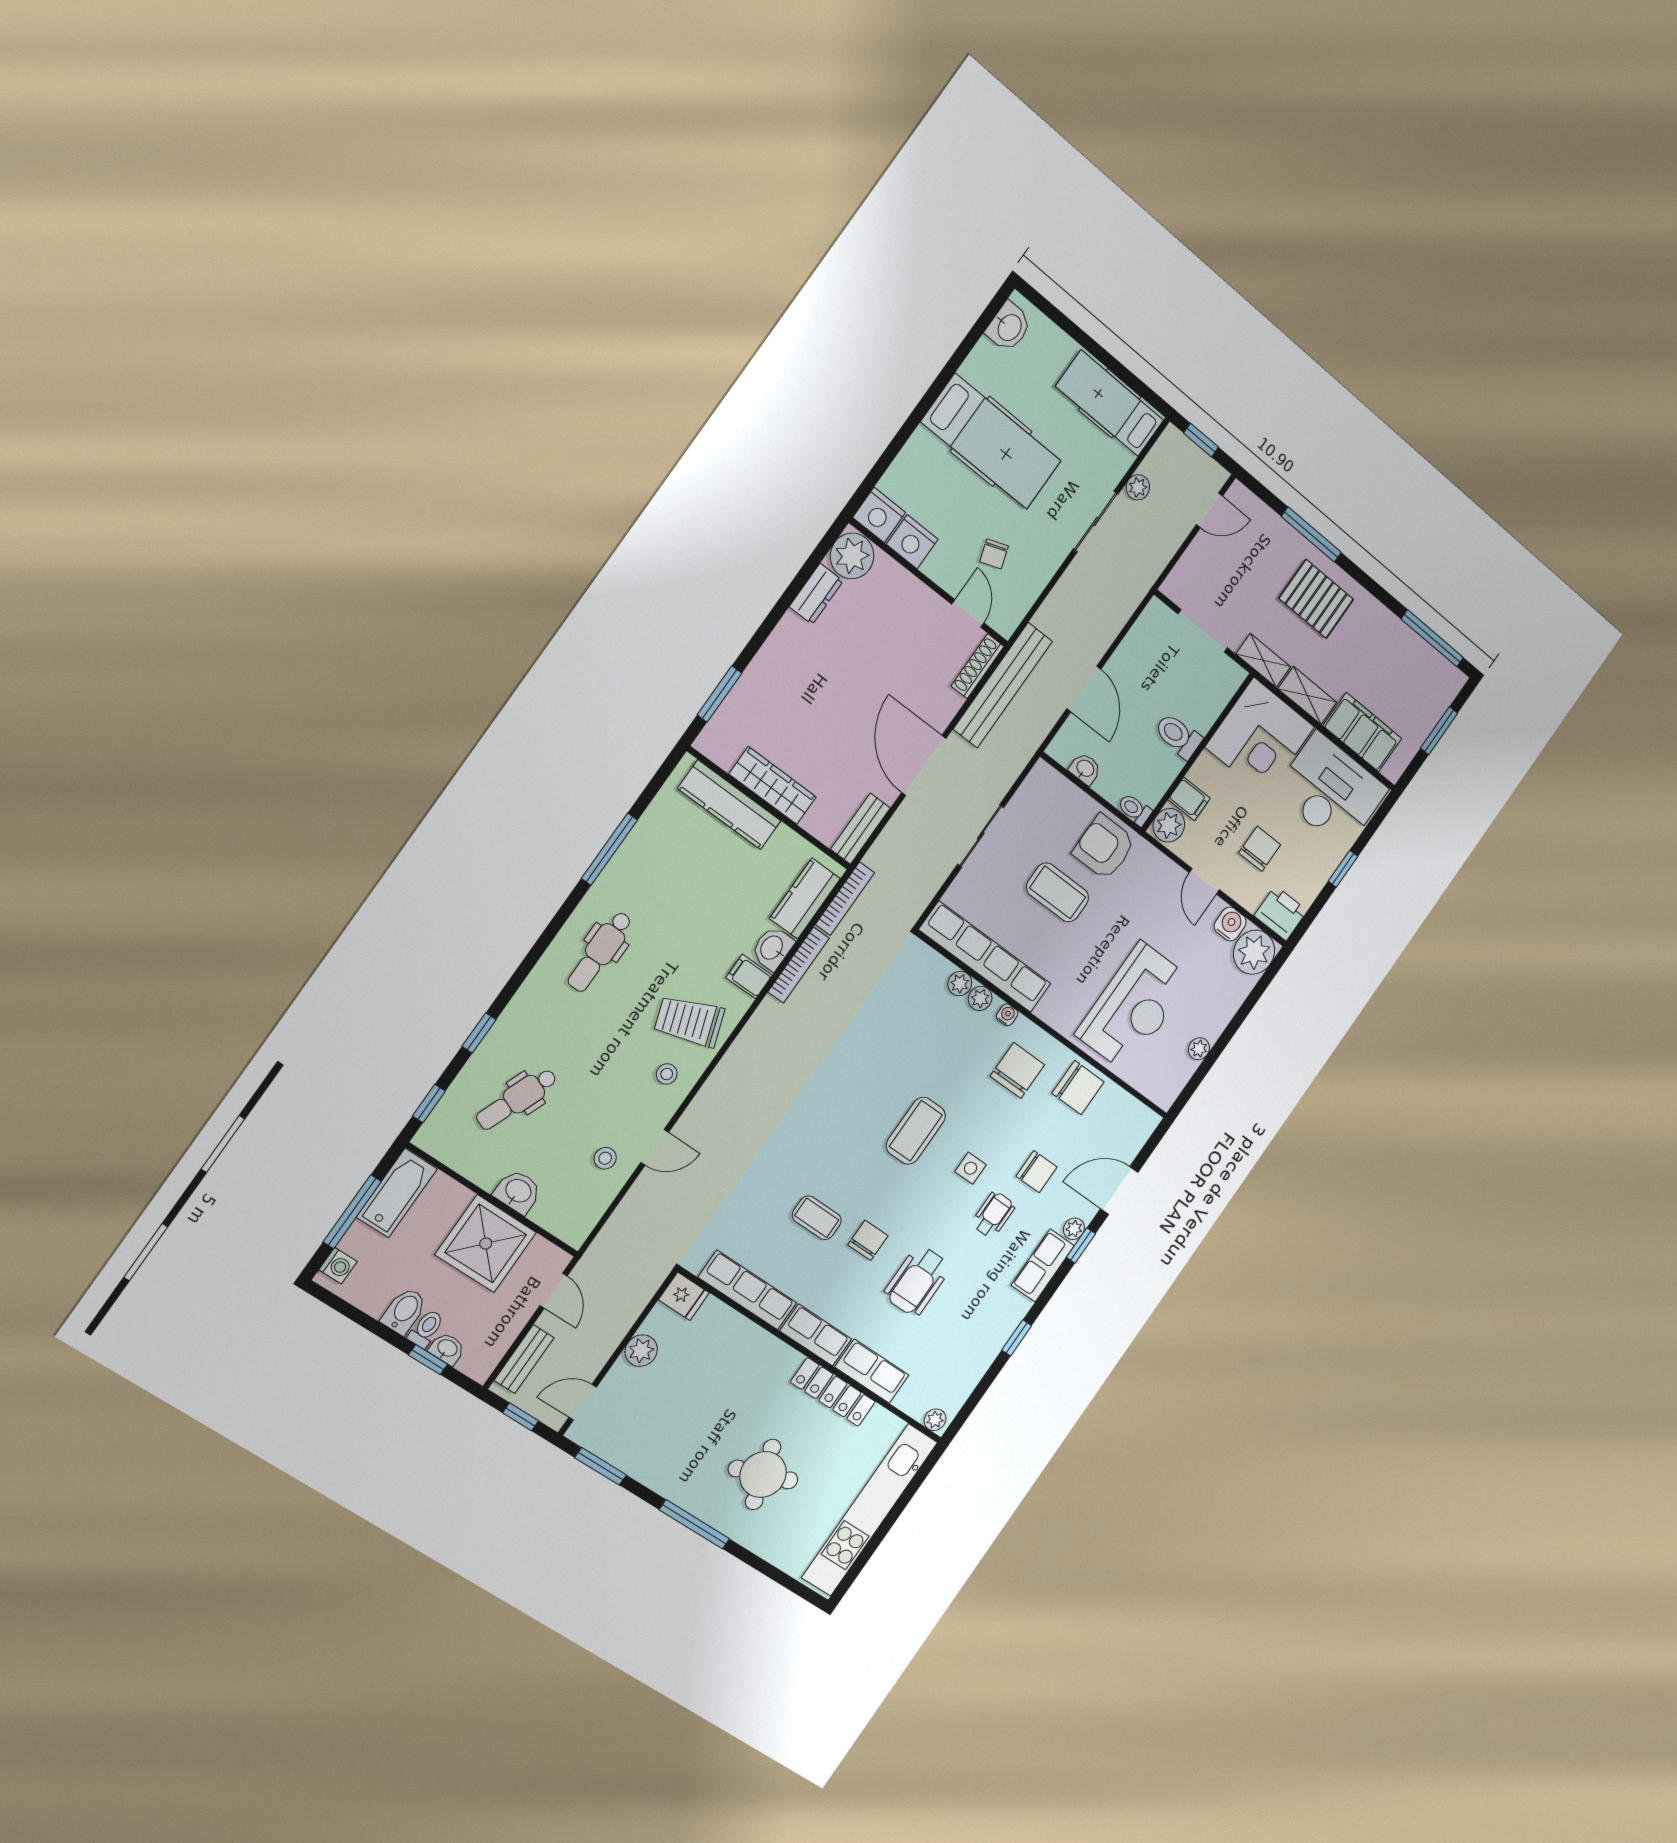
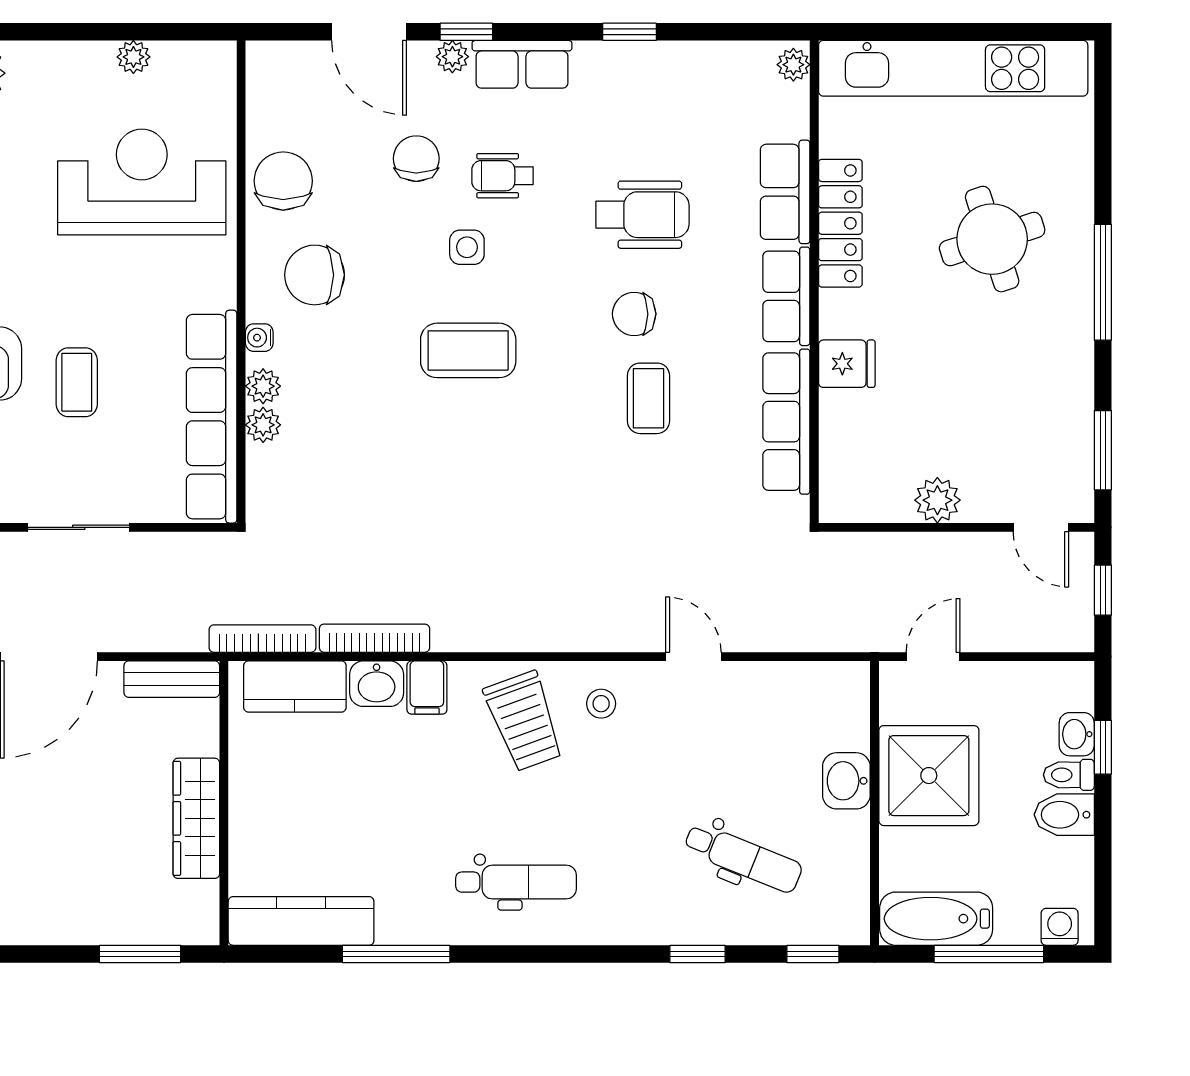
kitchen counter: (729, 805) -> (301, 921), moved, turned -90
coffee table: (1058, 892) -> (77, 382), width x0.73, depth x0.77
stool: (605, 1158) -> (743, 706), removed
fridge: (684, 1296) -> (847, 364), moved, turned 90
bench: (524, 1359) -> (1033, 634), removed

